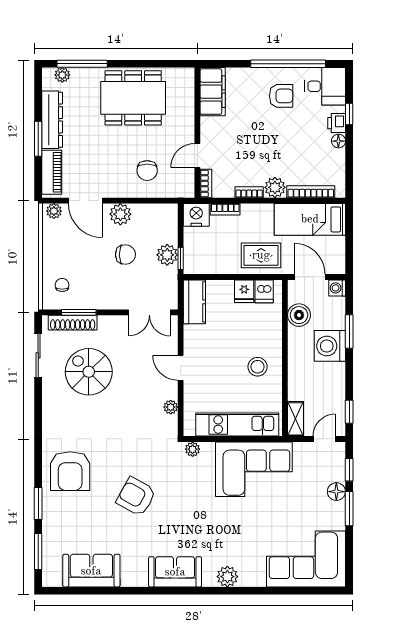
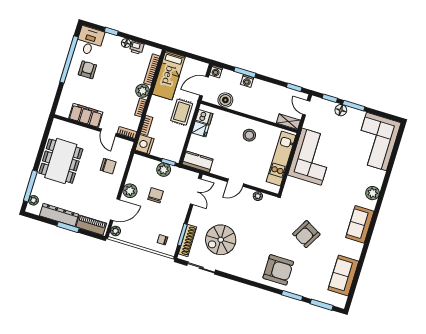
filing cabinet: (213, 92) -> (86, 115), moved
printer: (337, 123) -> (137, 48), moved
washing machine: (330, 346) -> (247, 81), width x0.53, depth x0.53
plant: (193, 449) -> (288, 191), removed

